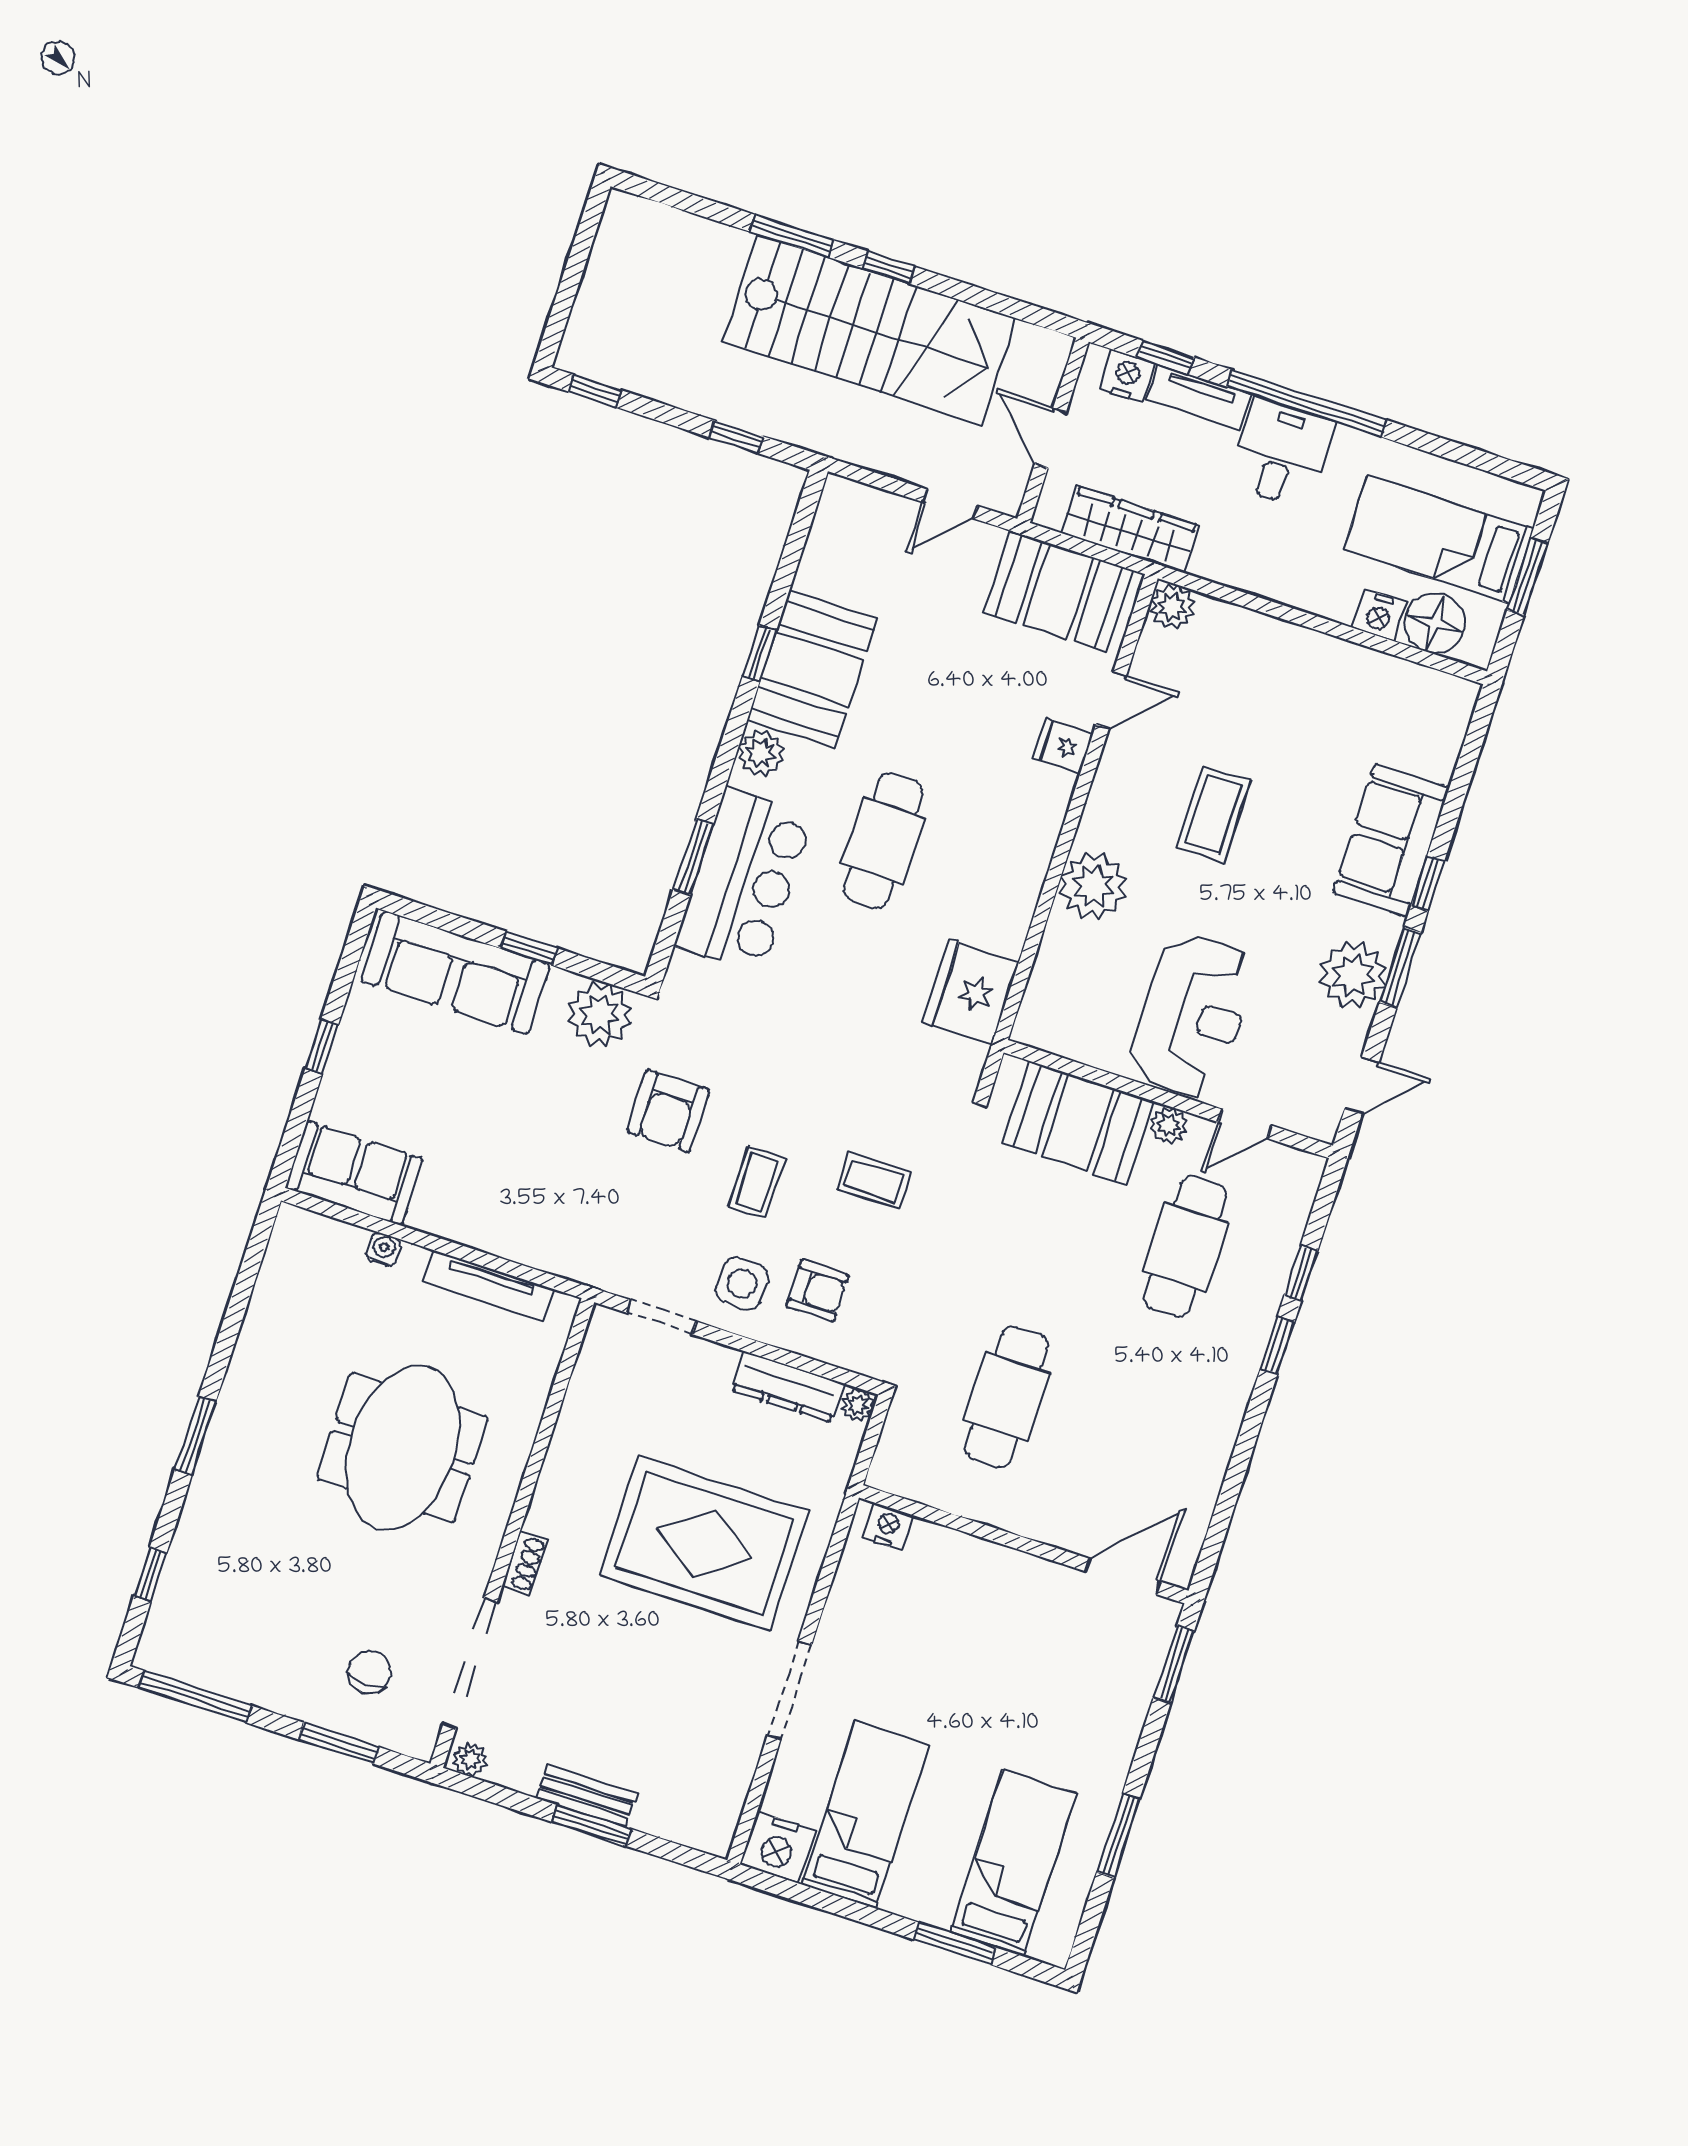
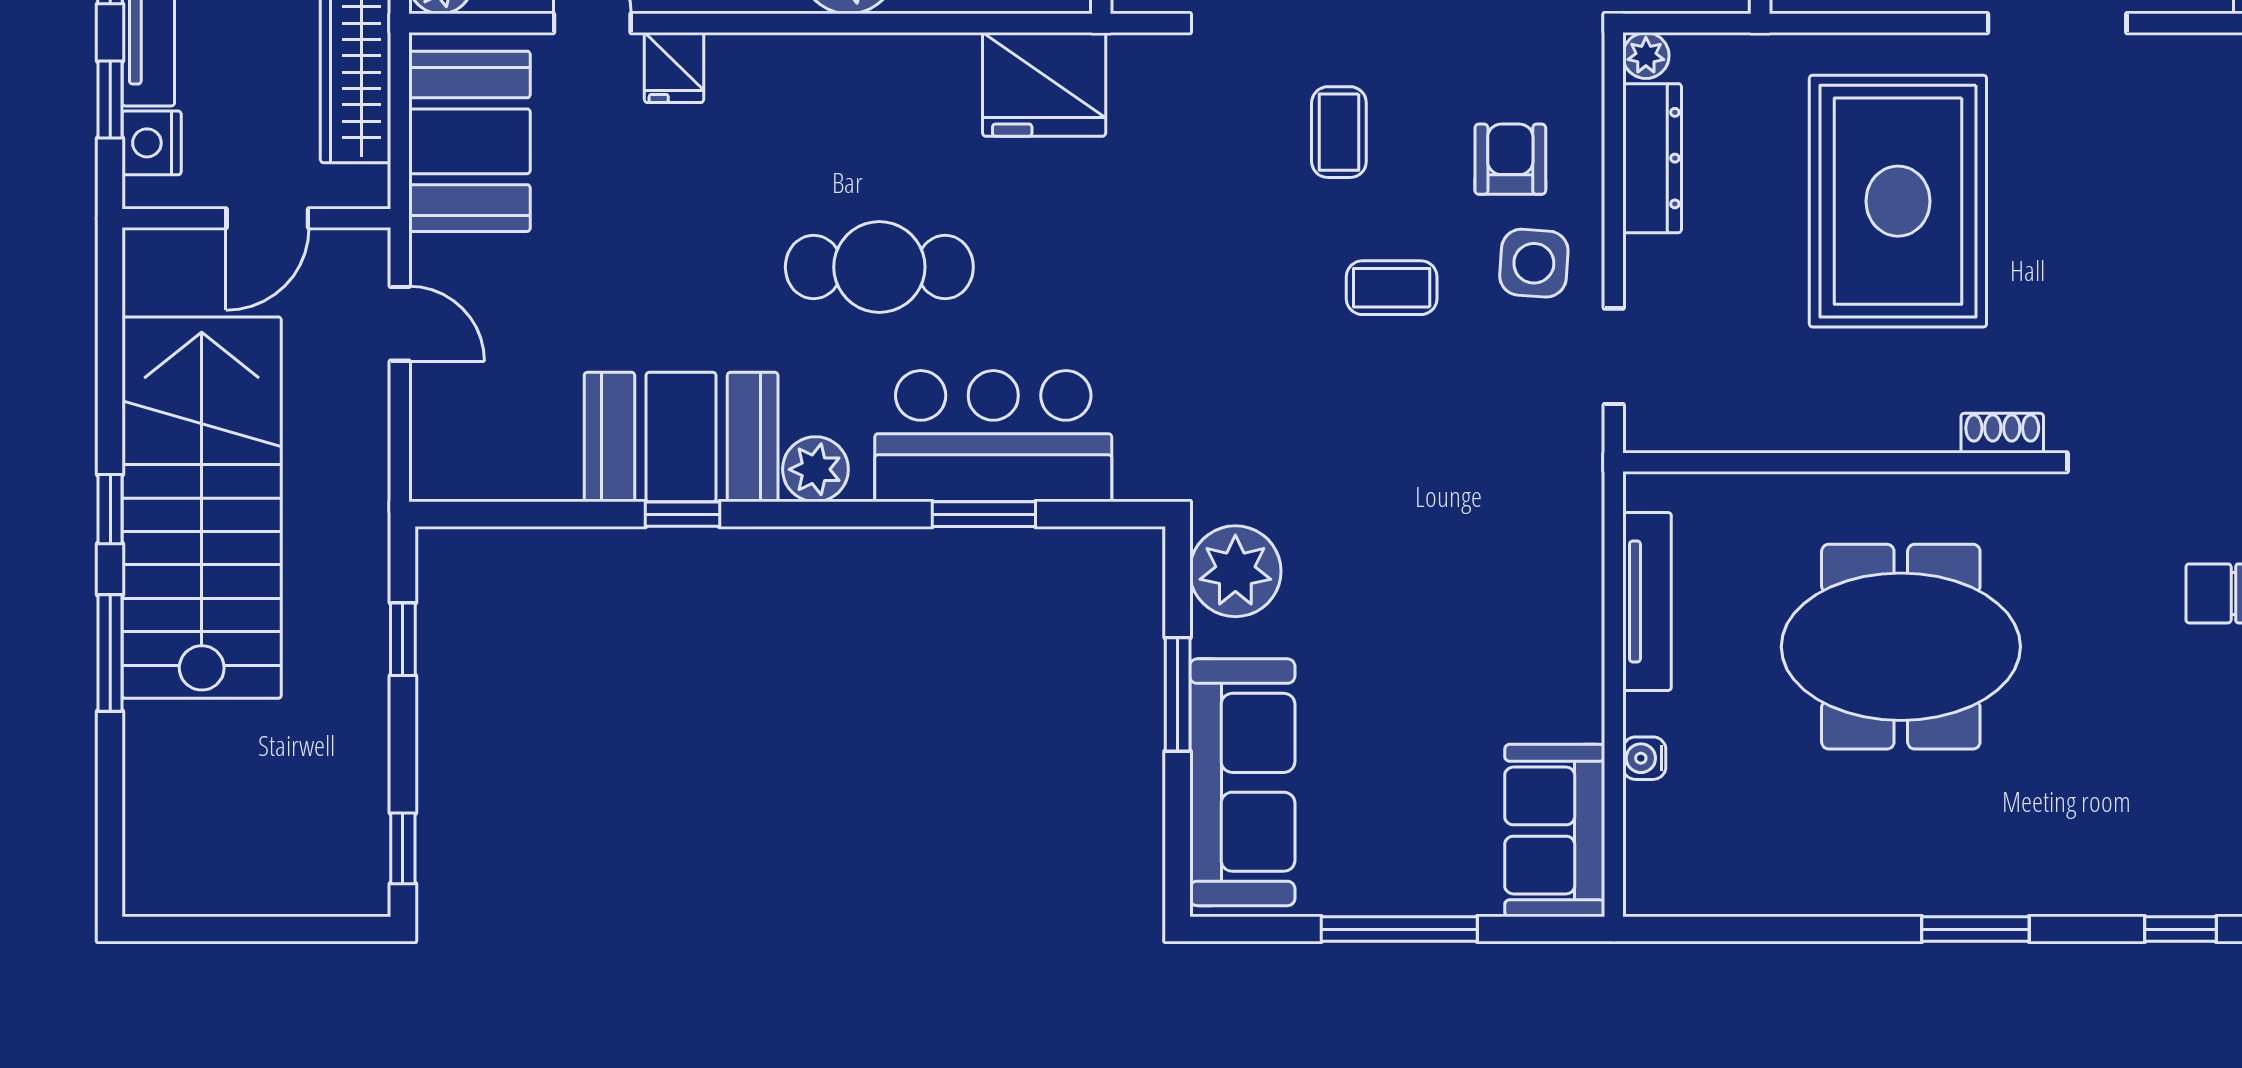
window: (529, 948) -> (1178, 694), width x1.50
window: (322, 1047) -> (1399, 929), width x2.17
armchair: (668, 1111) -> (1335, 437), removed

